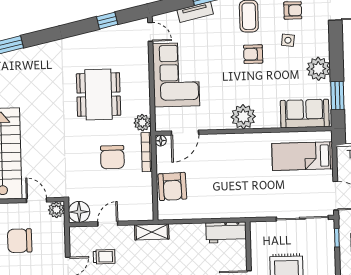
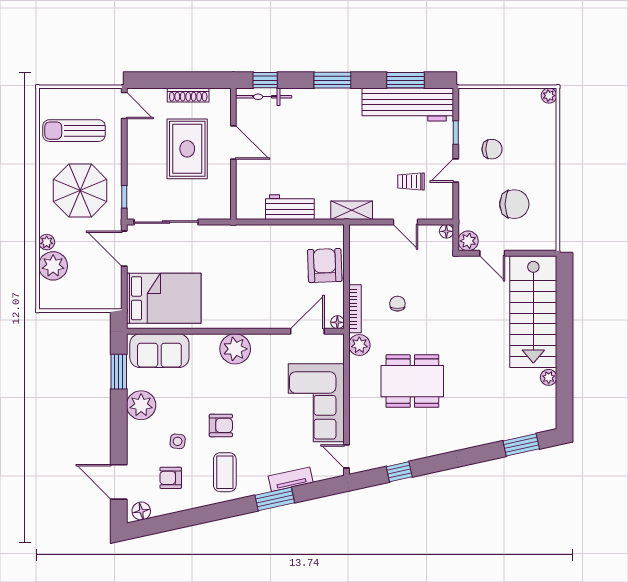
dining table: (99, 95) -> (412, 381), turned 90
bed: (302, 156) -> (164, 298), width x1.50
chair: (112, 157) -> (397, 304), width x0.54, depth x0.54
floor lamp: (79, 212) -> (446, 231), width x0.53, depth x0.53
door: (108, 224) -> (405, 222), hinge flipped
workbench: (226, 232) -> (290, 207), moved

